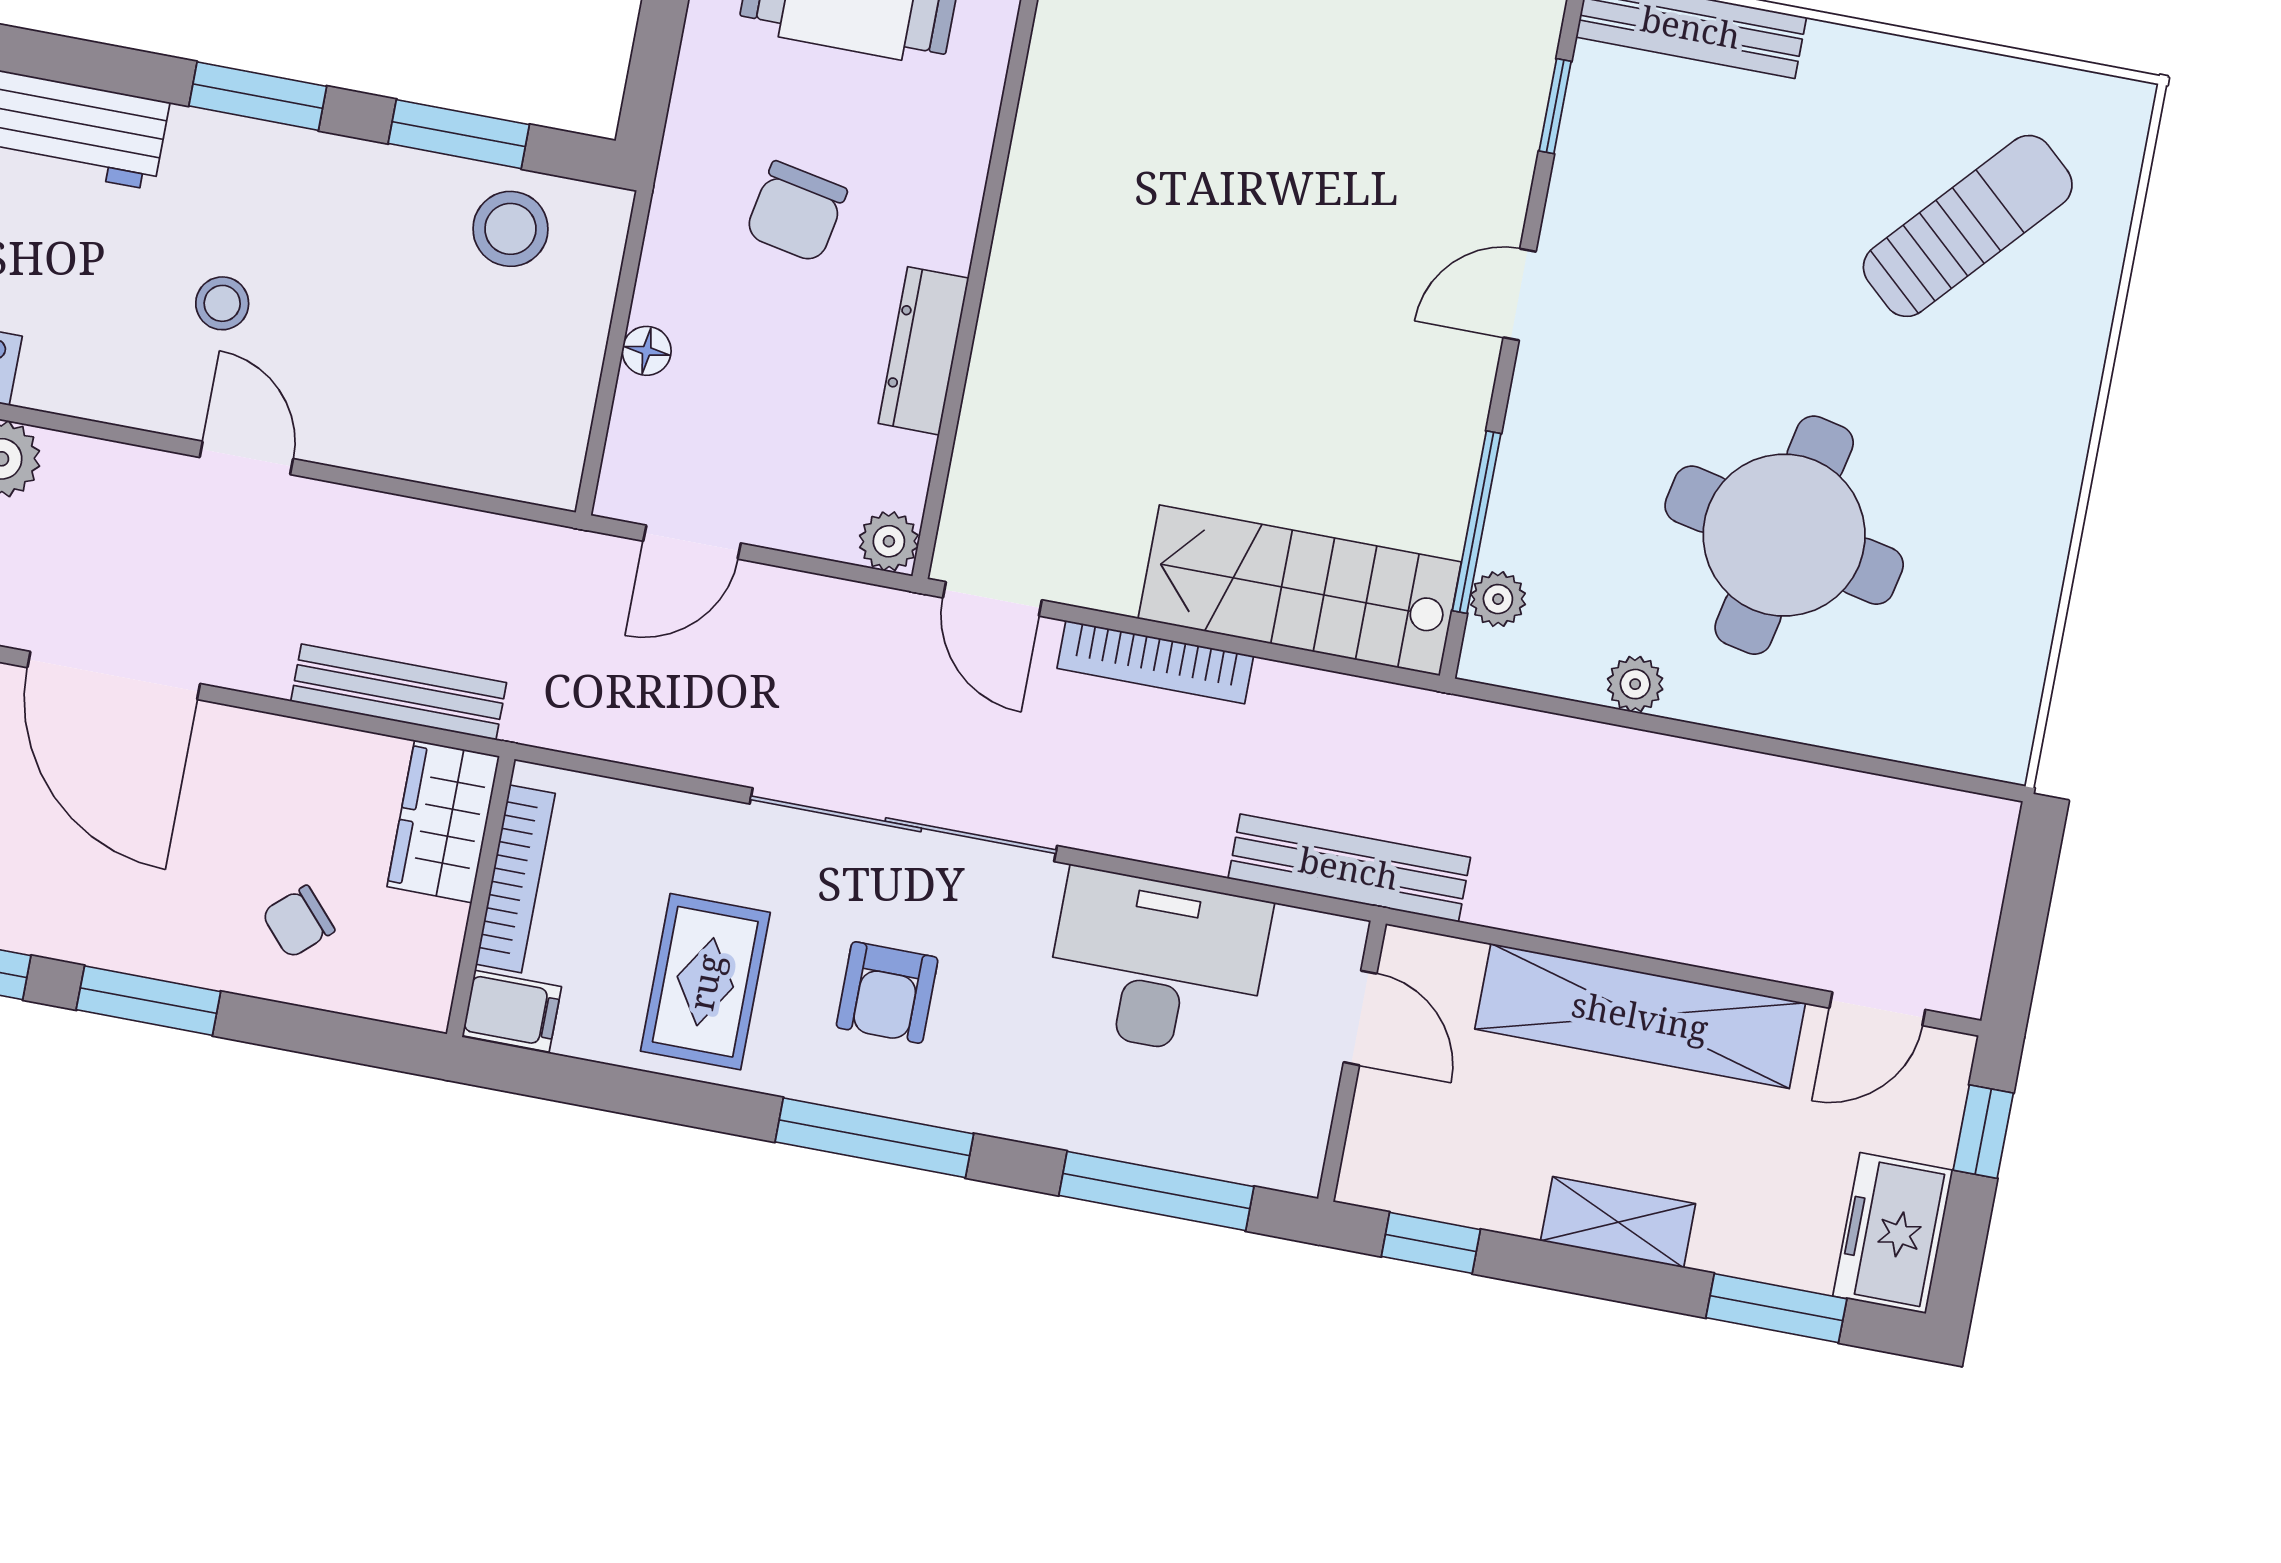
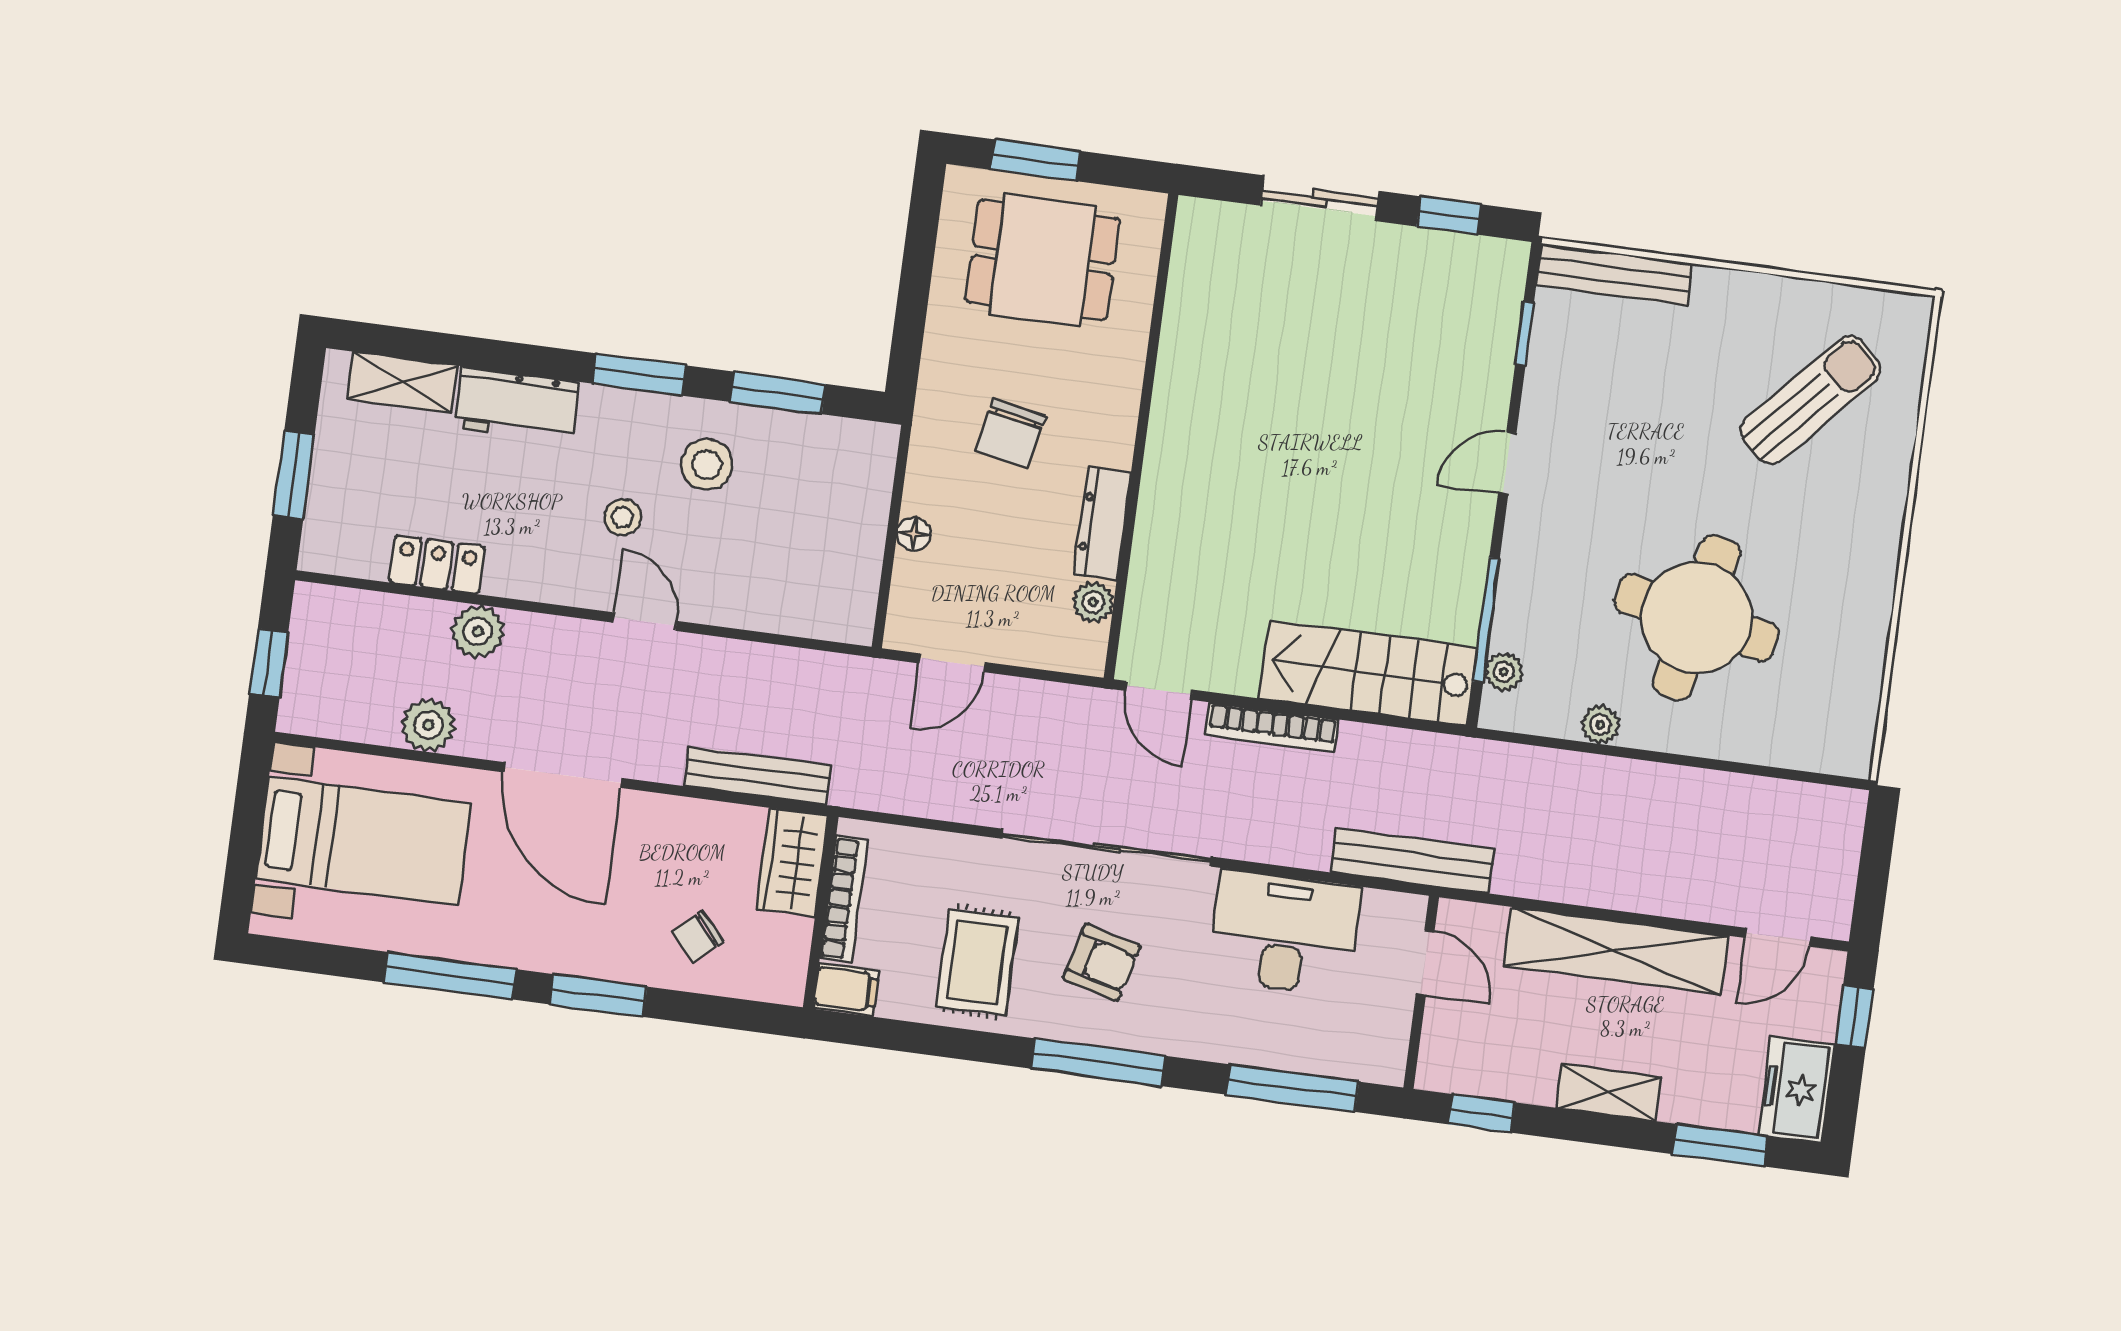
stool: (510, 229) -> (707, 465), moved
plant: (889, 541) -> (1093, 602), moved
armchair: (887, 992) -> (1102, 963), turned -75

